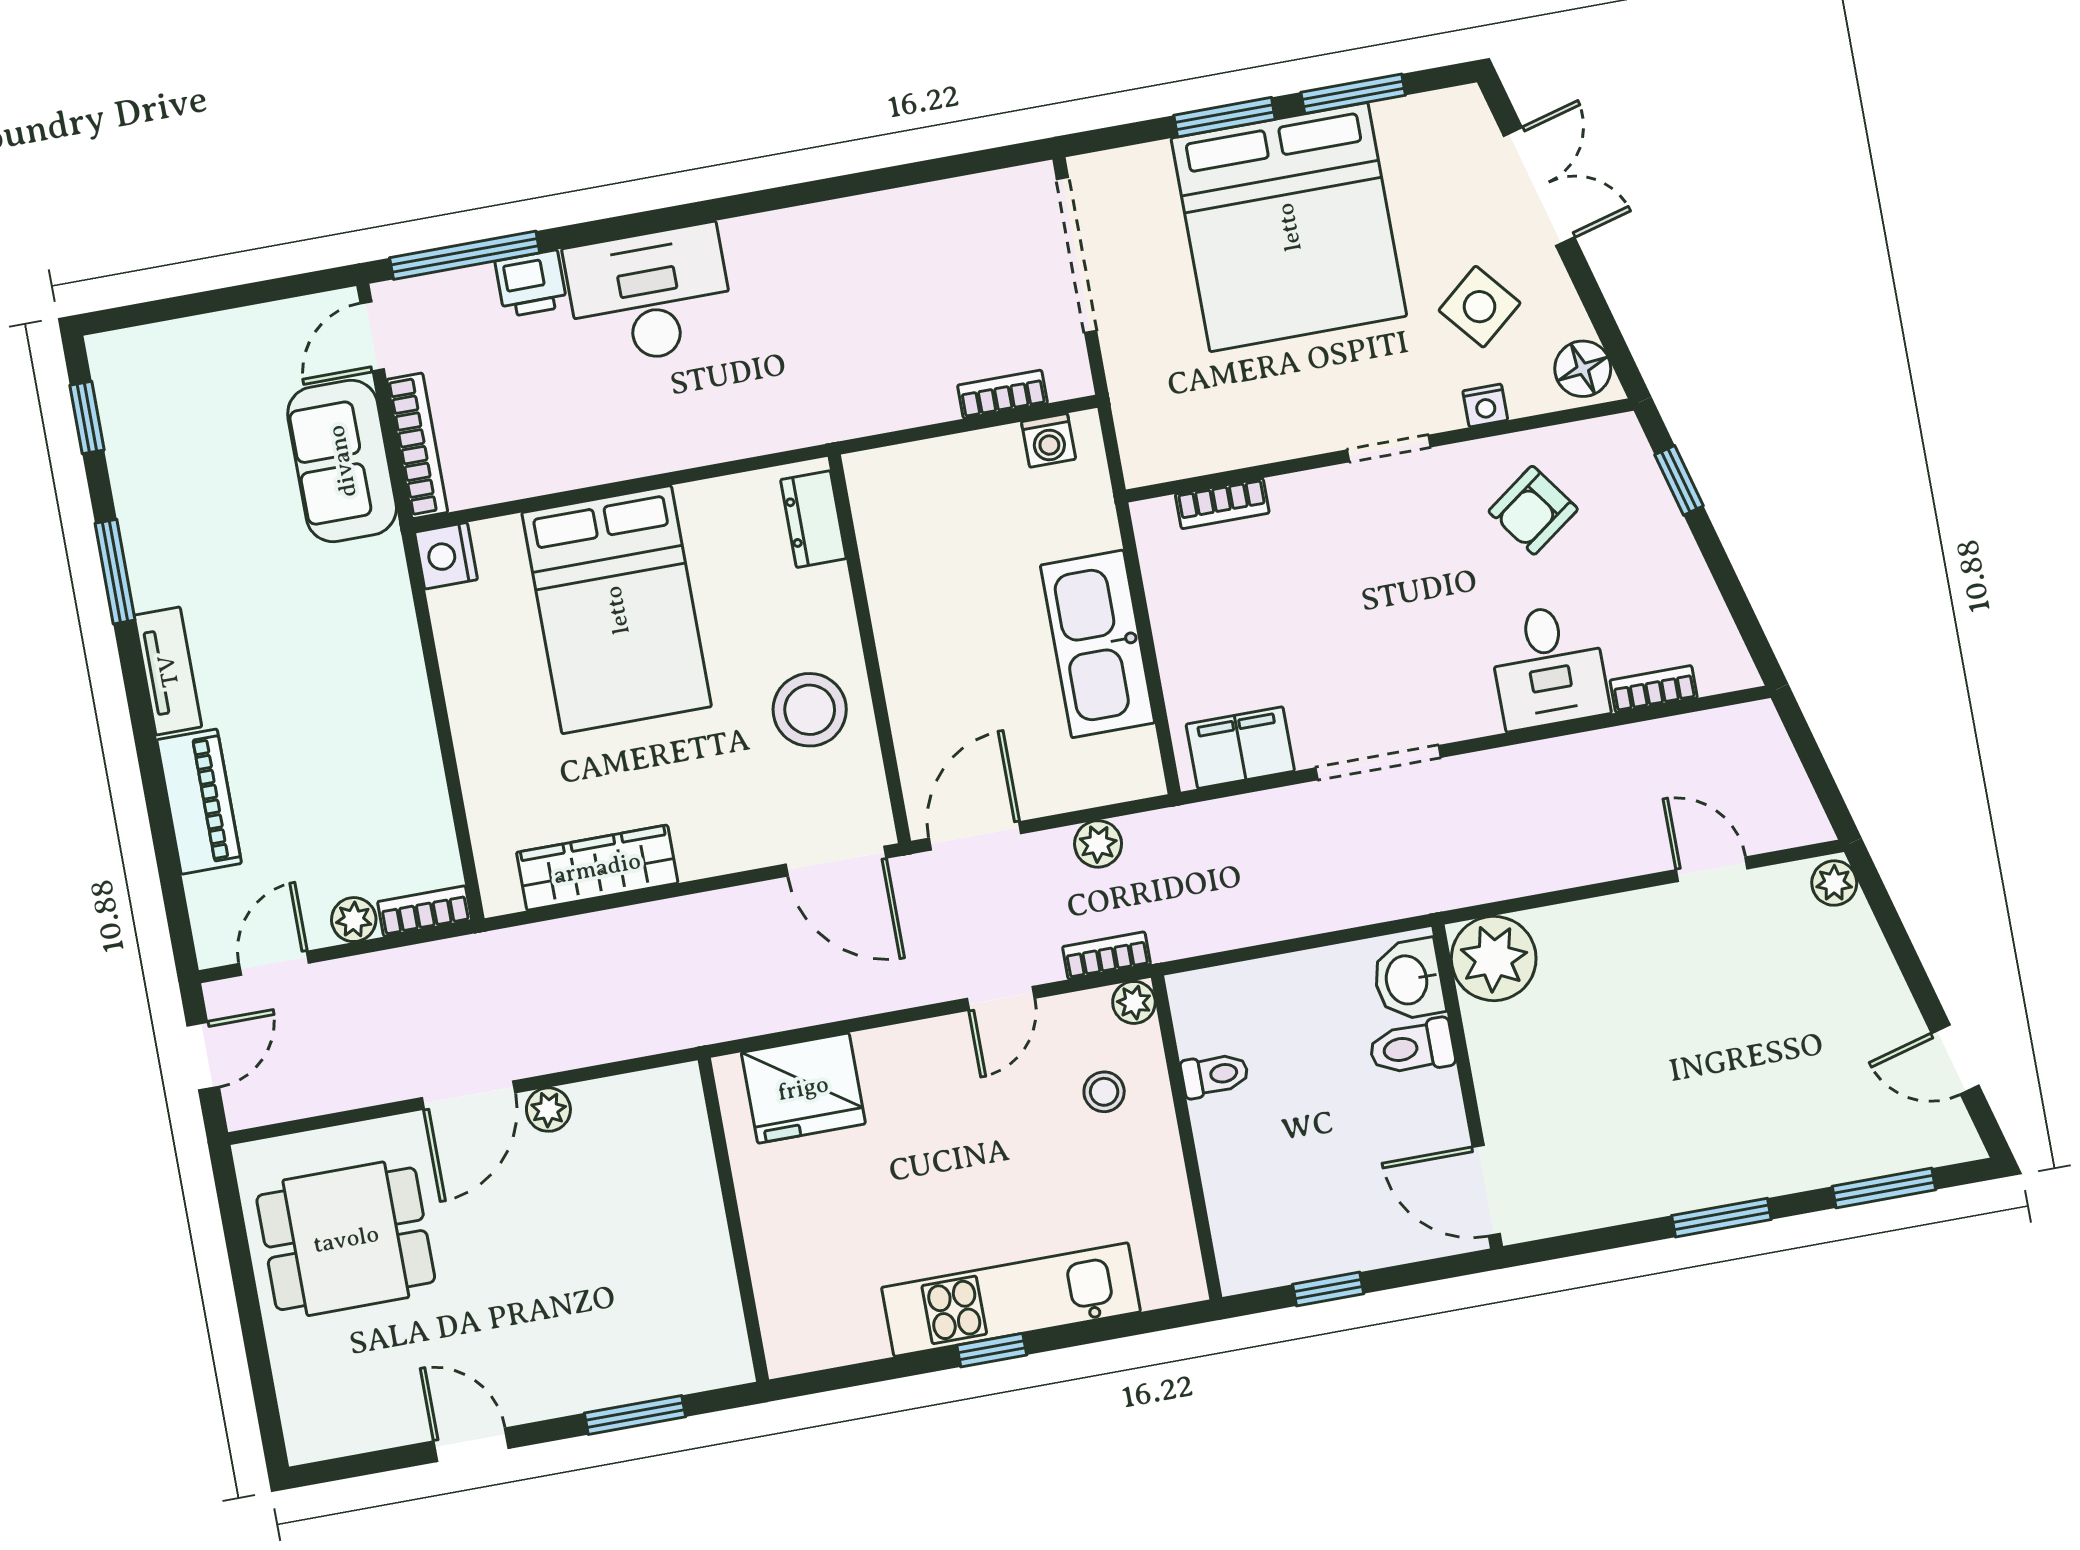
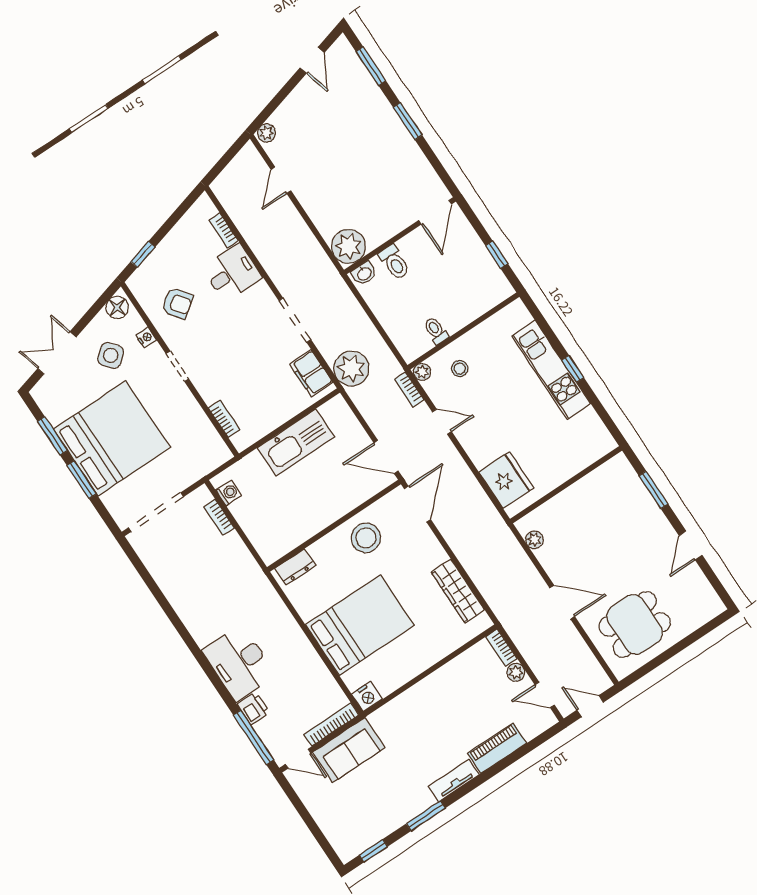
plant: (1098, 844) -> (351, 368), moved, width x1.87, depth x1.87
washbasin: (1408, 980) -> (364, 273), width x0.72, depth x0.69
plant: (548, 1110) -> (534, 540), moved
dining table: (346, 1239) -> (635, 624), turned 90

